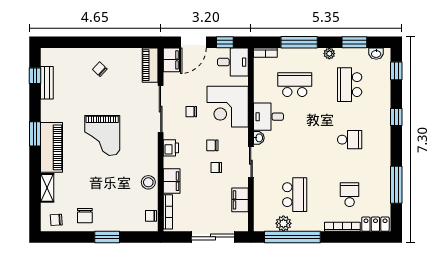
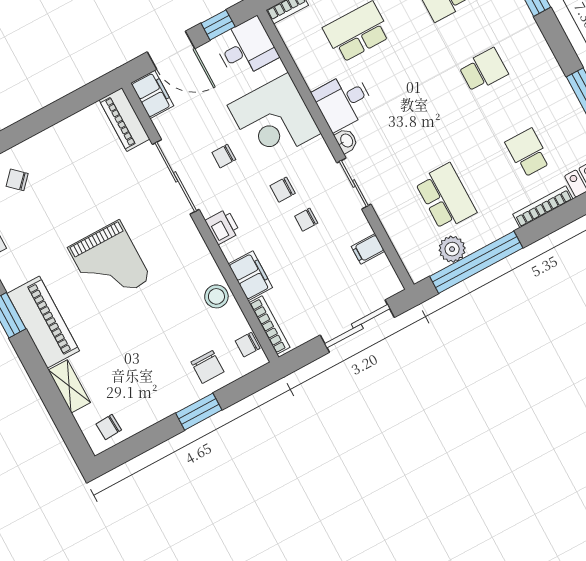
door: (193, 42) -> (171, 50), hinge flipped
chair: (100, 69) -> (17, 180), moved
filing cabinet: (240, 200) -> (368, 249), width x0.50
chair: (85, 216) -> (207, 367), moved

